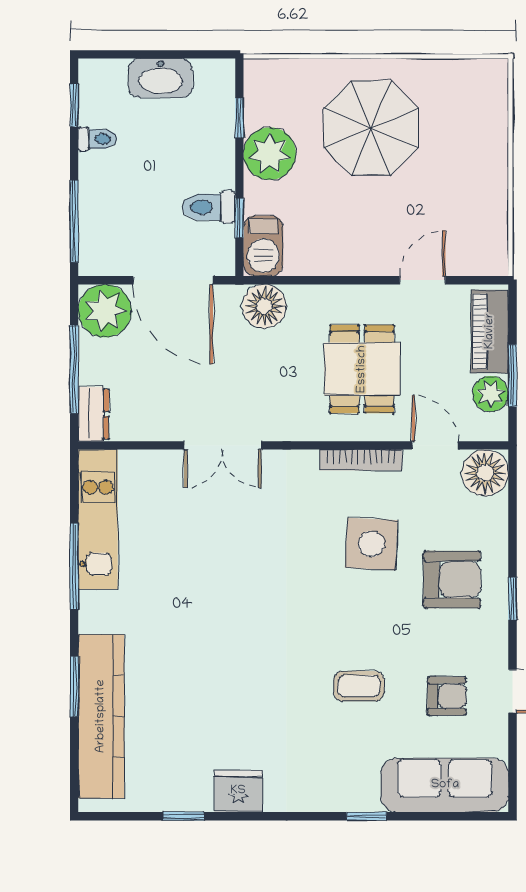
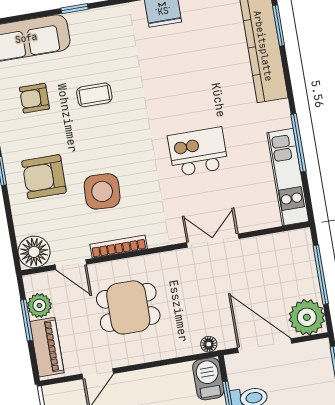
floor lamp: (264, 306) -> (209, 344), width x0.53, depth x0.53
dining table: (362, 369) -> (128, 307), turned 90
dresser: (94, 414) -> (303, 247), removed
kitchen island: (222, 578) -> (198, 152), added
window: (74, 686) -> (279, 26), moved

